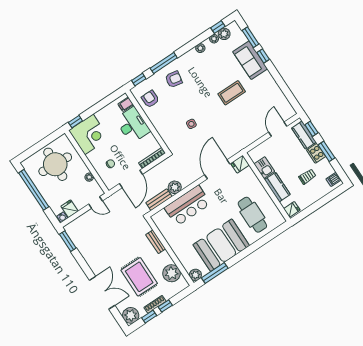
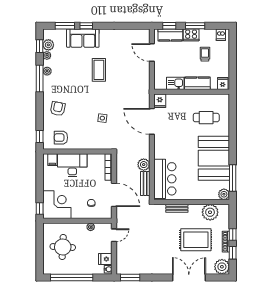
window: (164, 63) -> (40, 79), moved
round table: (55, 164) -> (63, 247), width x0.73, depth x0.73
bar counter: (188, 206) -> (165, 179), moved
cafe table: (252, 215) -> (206, 118), width x0.73, depth x0.74

